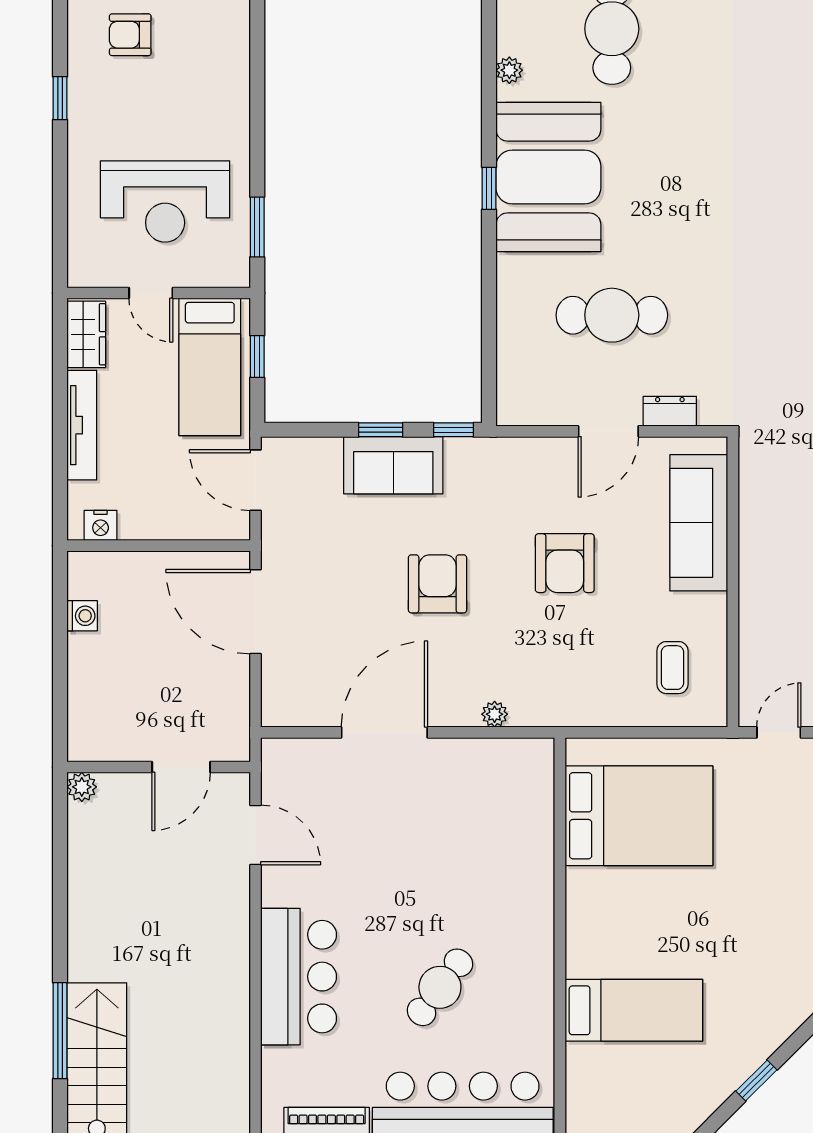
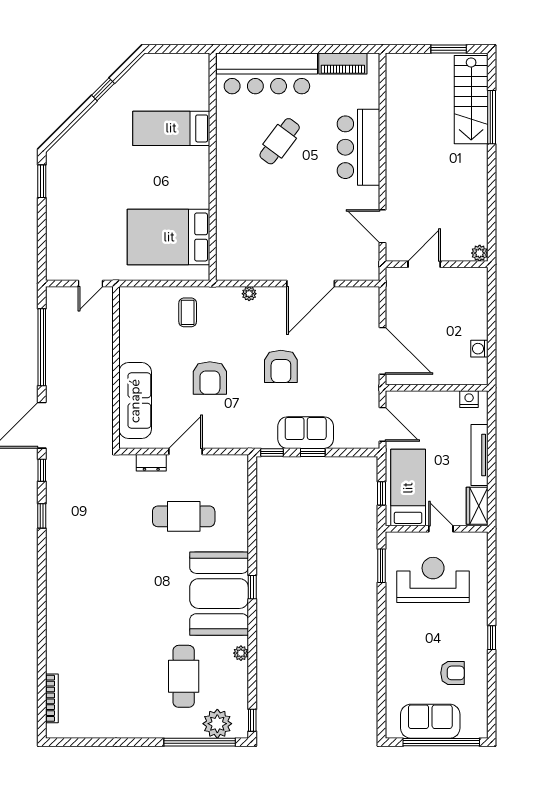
armchair: (565, 563) -> (210, 378), turned 180
coffee table: (672, 668) -> (188, 312), moved

